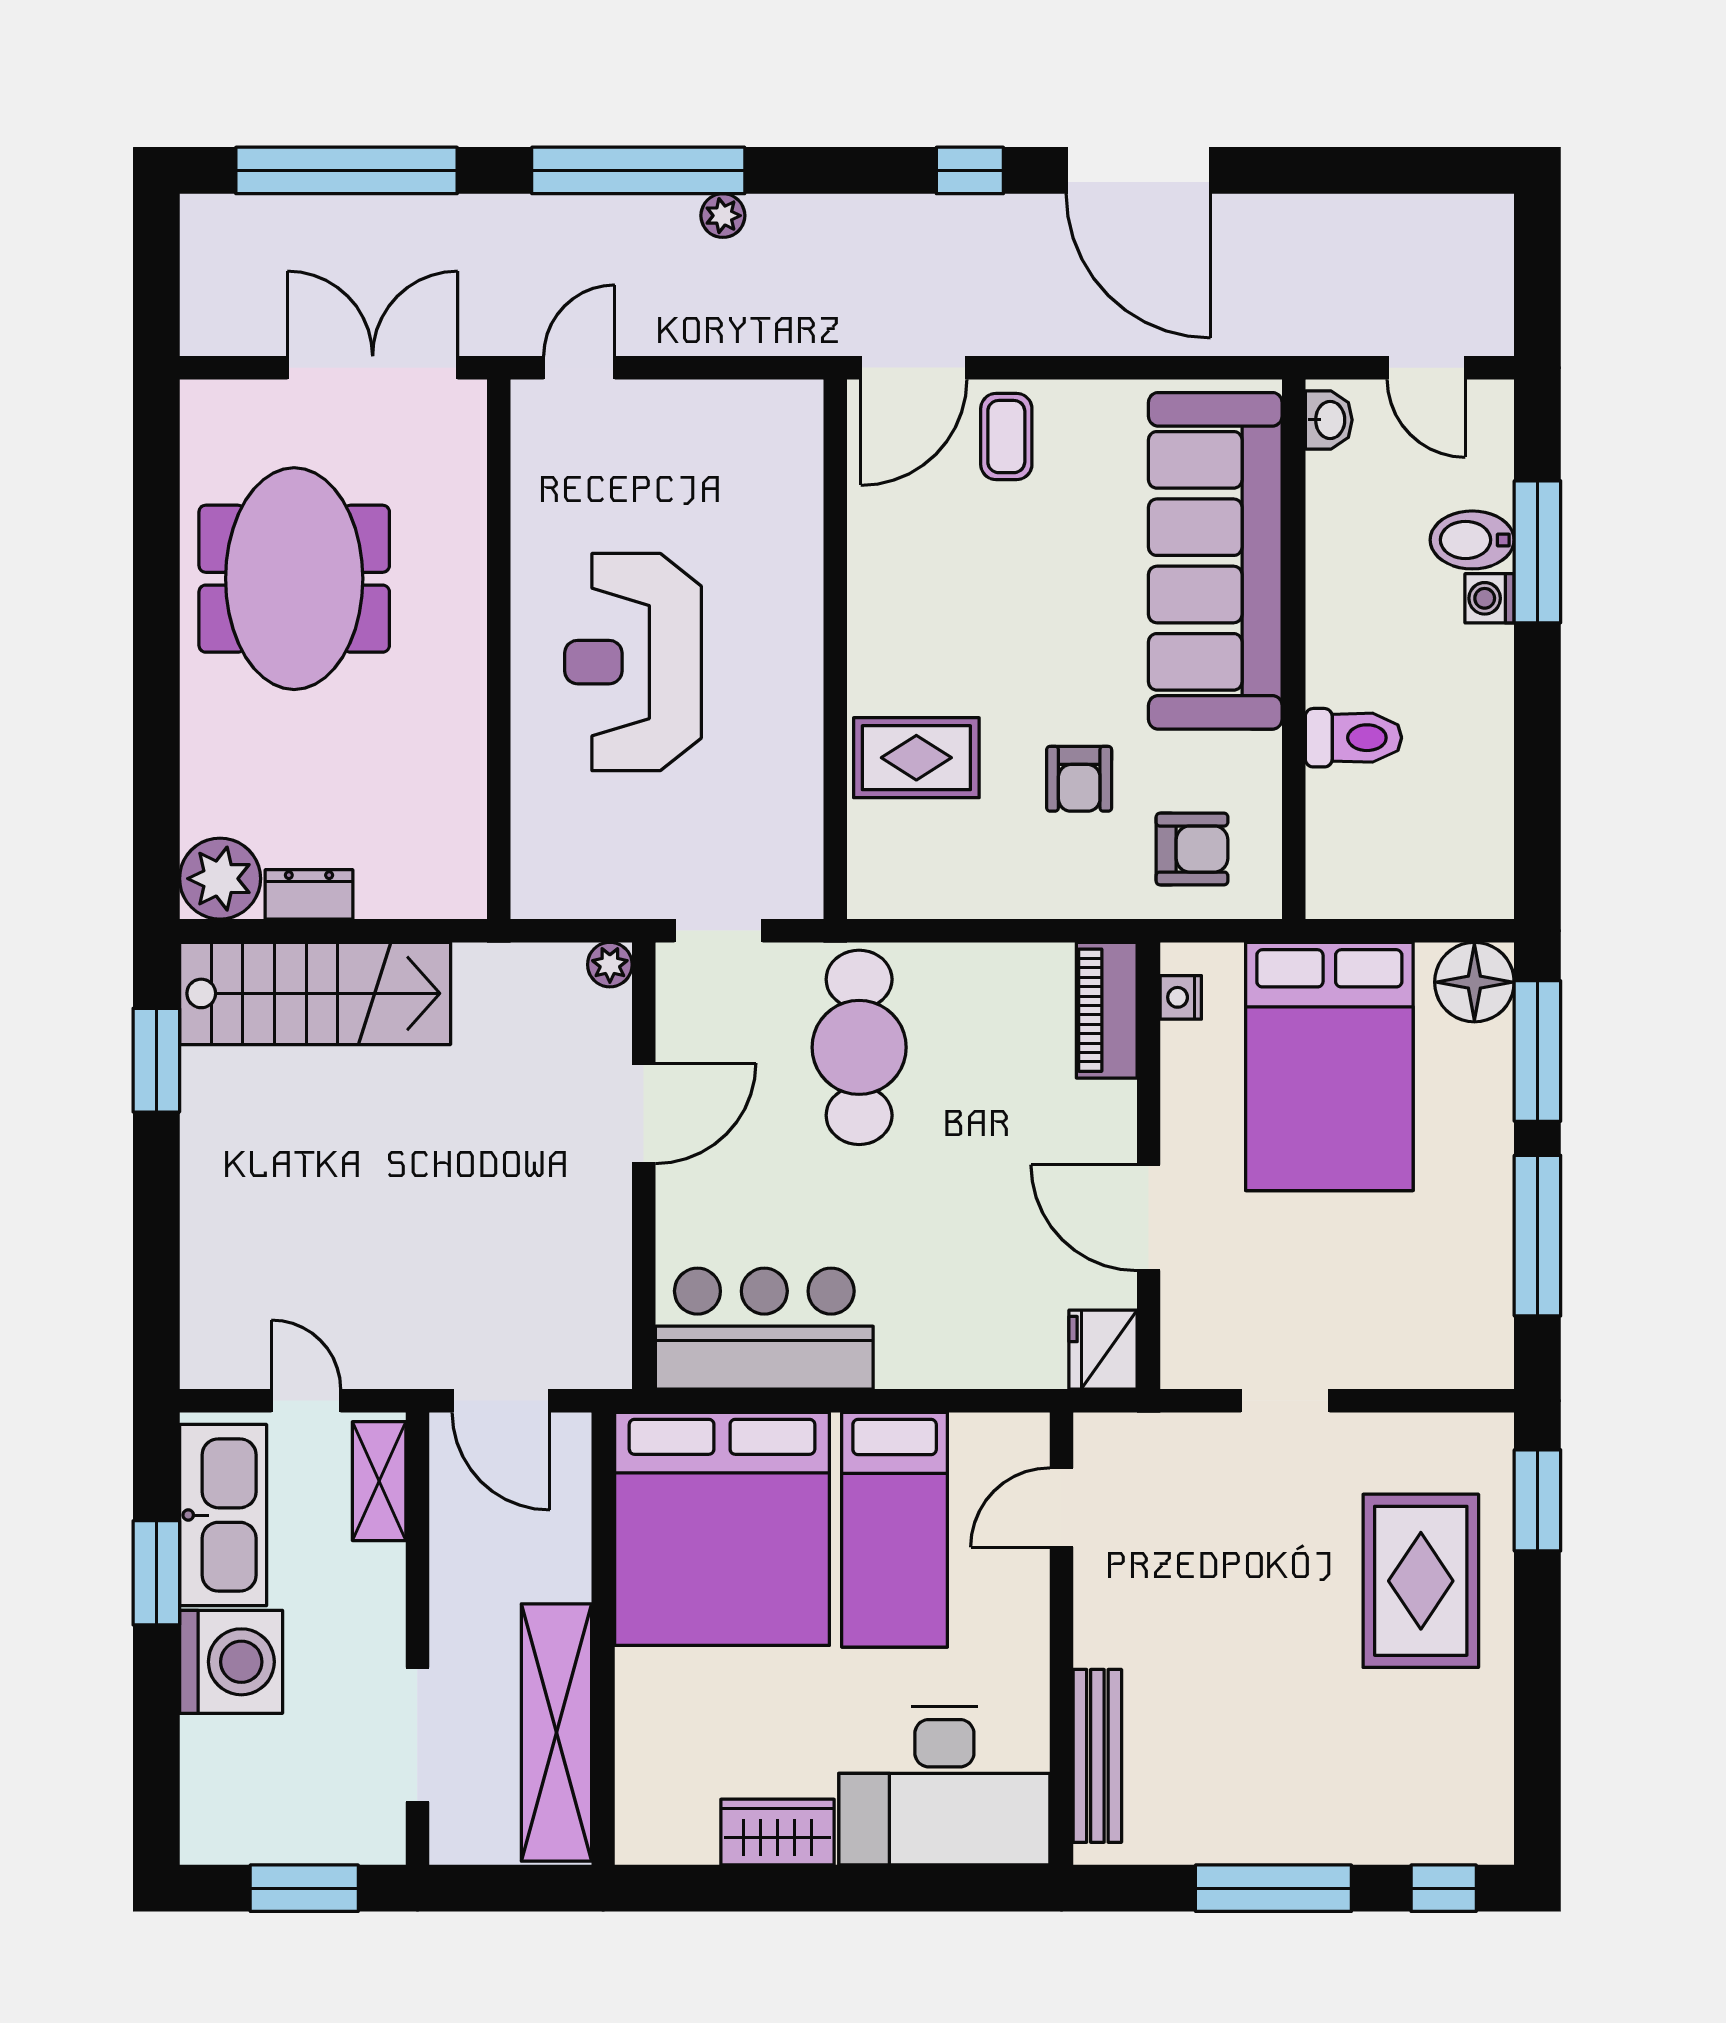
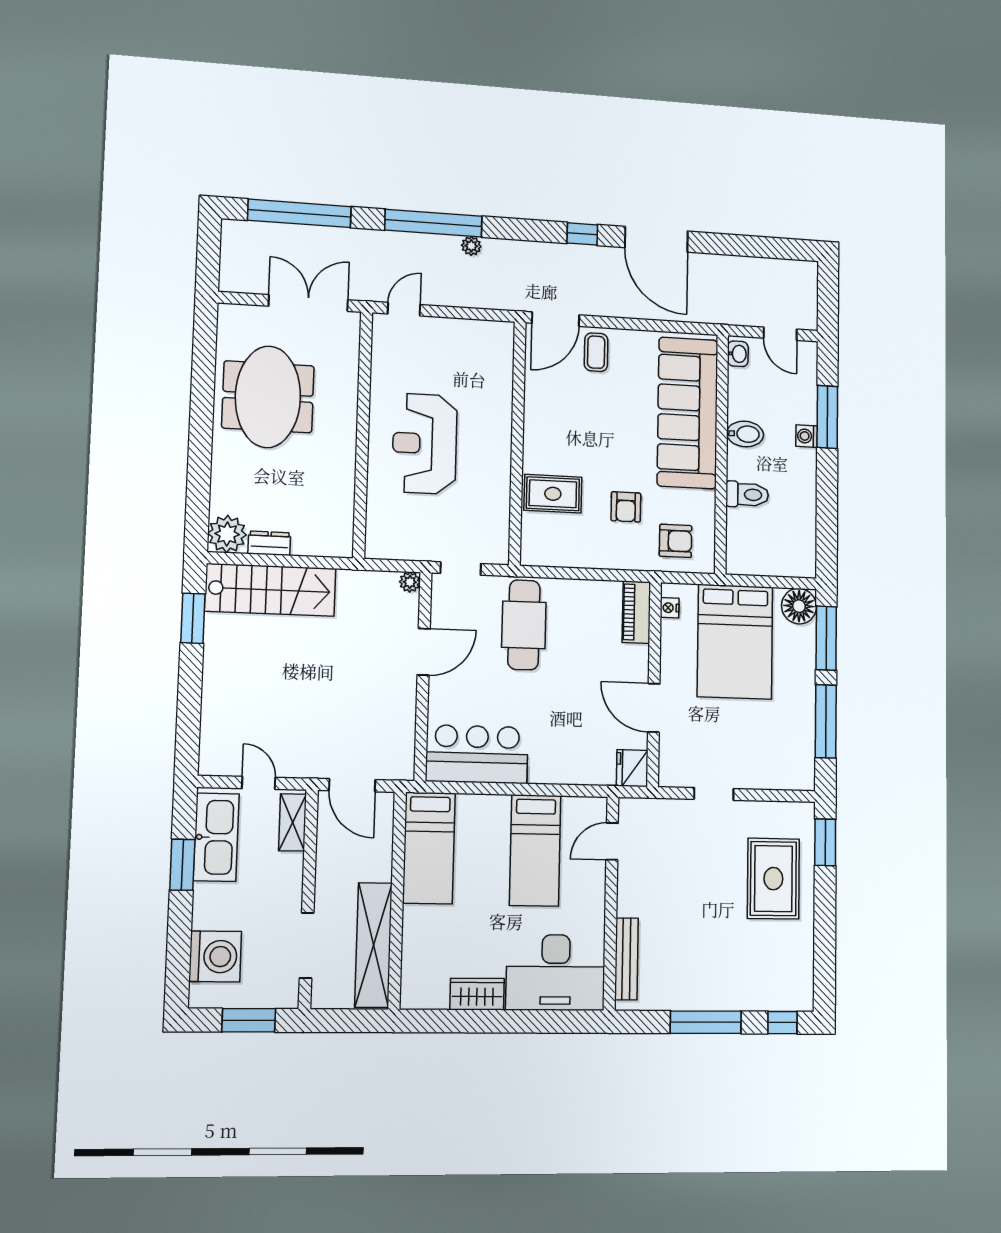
bidet: (1472, 540) -> (745, 434), moved, turned 180
bed: (722, 1529) -> (429, 848), width x0.49
washing machine: (231, 1662) -> (215, 956), moved

